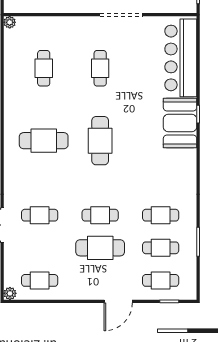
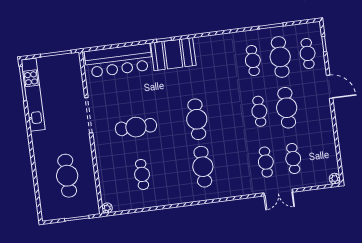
cafe table: (44, 68) -> (142, 174), turned 90
cafe table: (100, 68) -> (136, 127), width x1.37, depth x1.35
cafe table: (100, 141) -> (197, 119), turned 90
cafe table: (161, 248) -> (280, 57), width x1.37, depth x1.35
cafe table: (40, 280) -> (293, 159), moved

